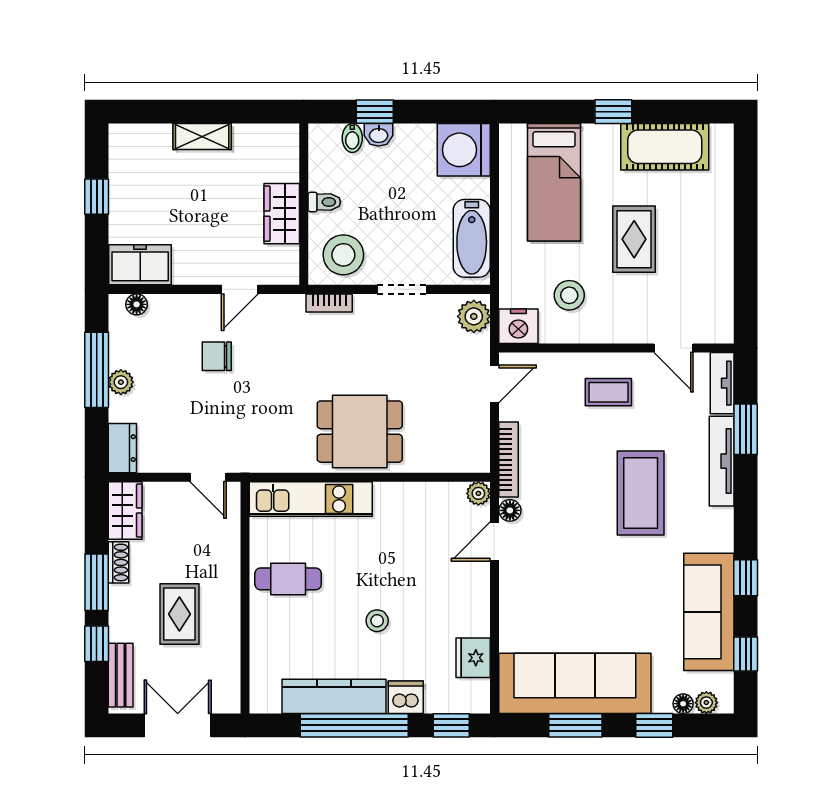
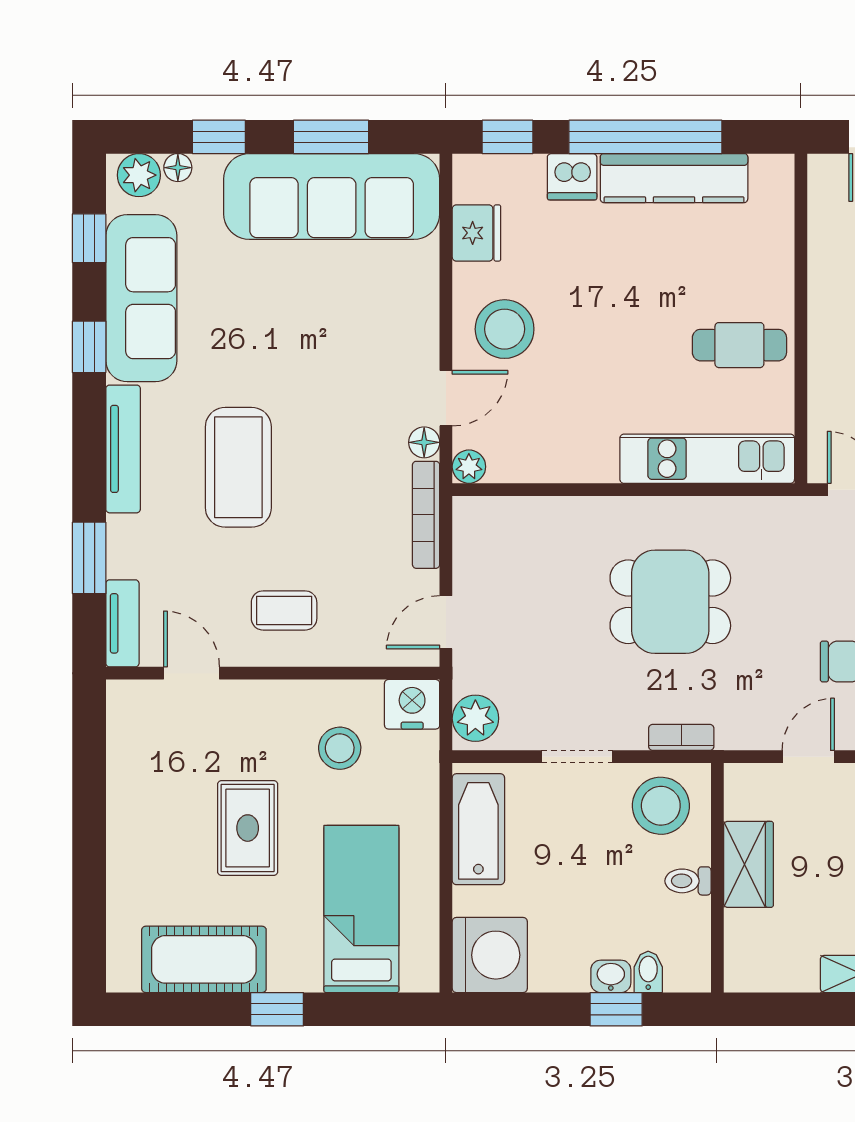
dining table: (360, 432) -> (670, 602), moved
tv unit: (722, 461) -> (123, 449), moved
stool: (377, 621) -> (505, 329), moved, width x1.89, depth x1.89
plant: (706, 703) -> (139, 175), width x1.38, depth x1.38

